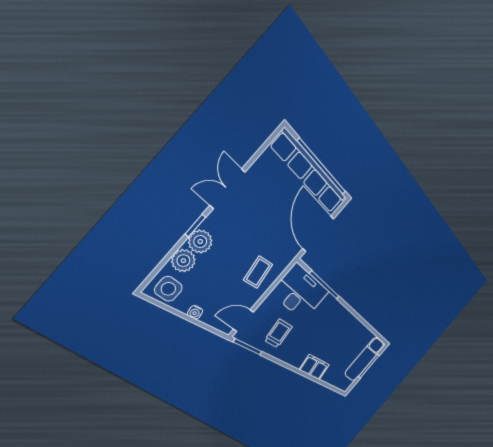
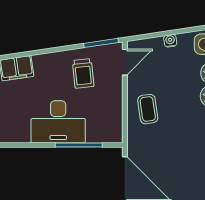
desk: (300, 292) -> (58, 122), moved

